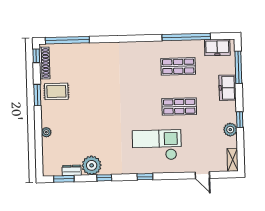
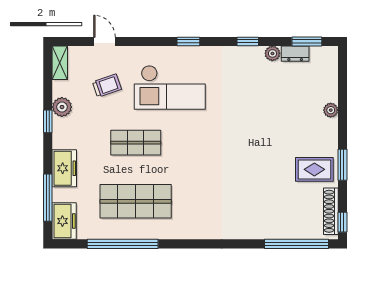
freezer: (217, 47) -> (64, 221), moved, turned 90
shop shelf: (178, 66) -> (136, 201), width x1.43, depth x1.36
trolley: (200, 145) -> (107, 86), added
plant: (92, 165) -> (272, 53), width x0.53, depth x0.53

